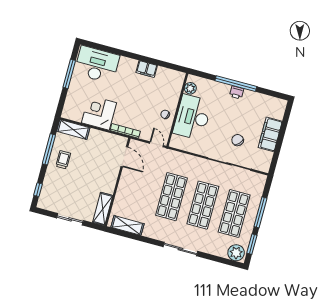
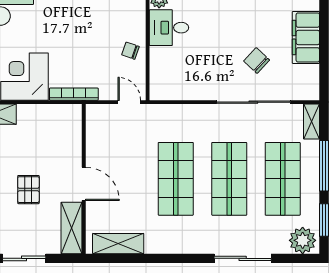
desk: (192, 117) -> (169, 28), width x0.53, depth x0.77
door: (124, 157) -> (84, 184), moved
pallet: (83, 180) -> (28, 190), added
shelving: (260, 185) -> (312, 122), added
sliding door: (180, 249) -> (243, 258), moved

